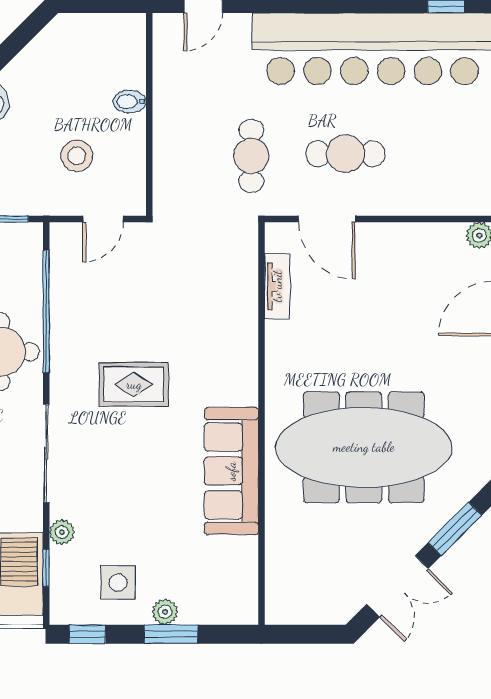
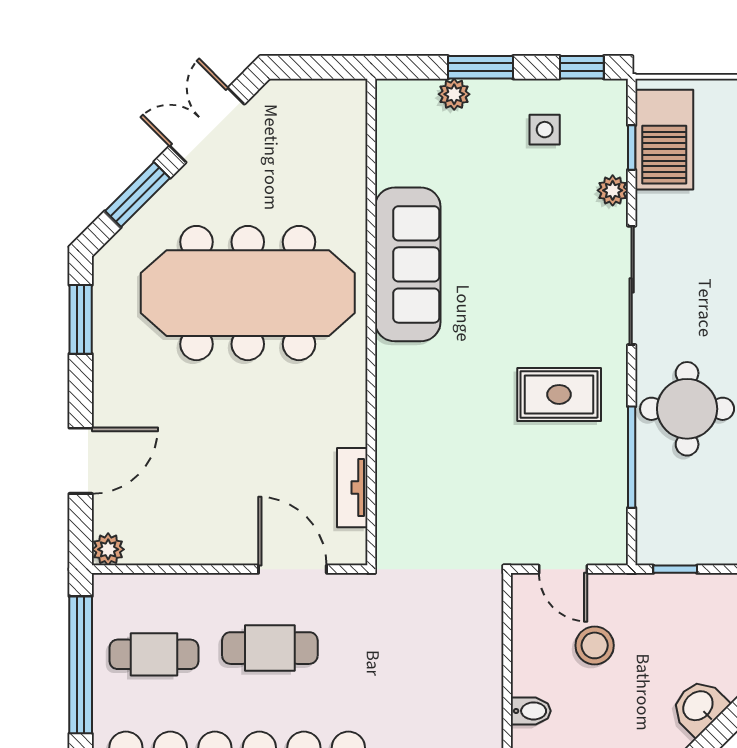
cafe table: (251, 156) -> (154, 654), moved, turned 90
door: (103, 219) -> (563, 569), swing flipped
window: (46, 312) -> (632, 457), width x0.68
rug: (134, 384) -> (559, 394), moved
side table: (118, 583) -> (545, 130), width x0.73, depth x0.73
plant: (165, 612) -> (454, 94), moved

